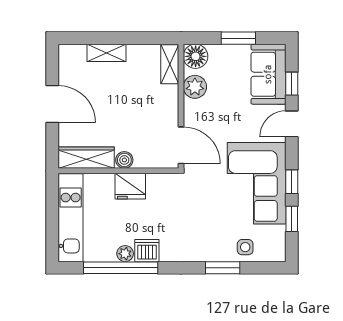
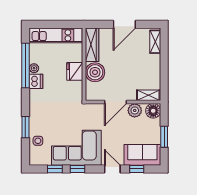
shelving: (107, 53) -> (155, 42), moved
door: (181, 145) -> (115, 102), moved
boiler: (124, 160) -> (95, 72), width x1.86, depth x1.86

